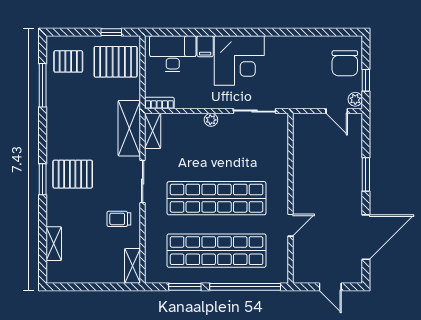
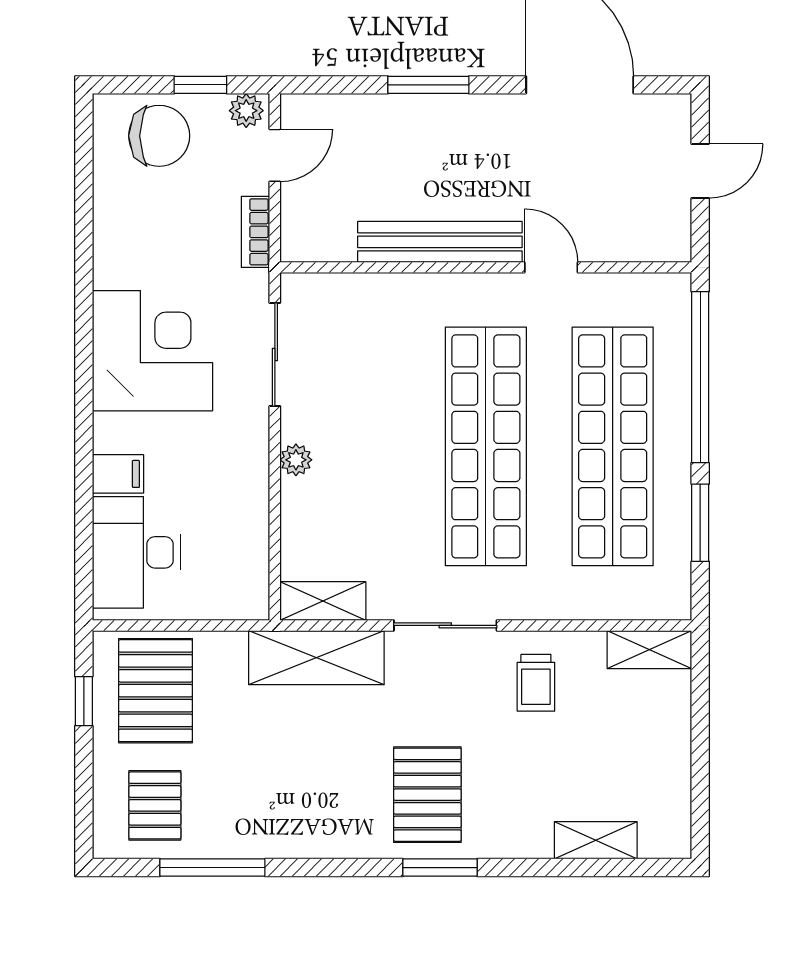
corner desk: (239, 61) -> (153, 351), moved
bookcase: (159, 103) -> (255, 232), moved
bench: (301, 179) -> (440, 242), added

